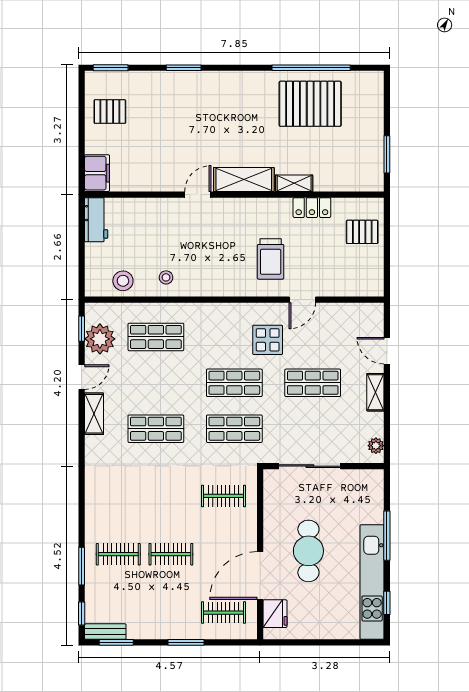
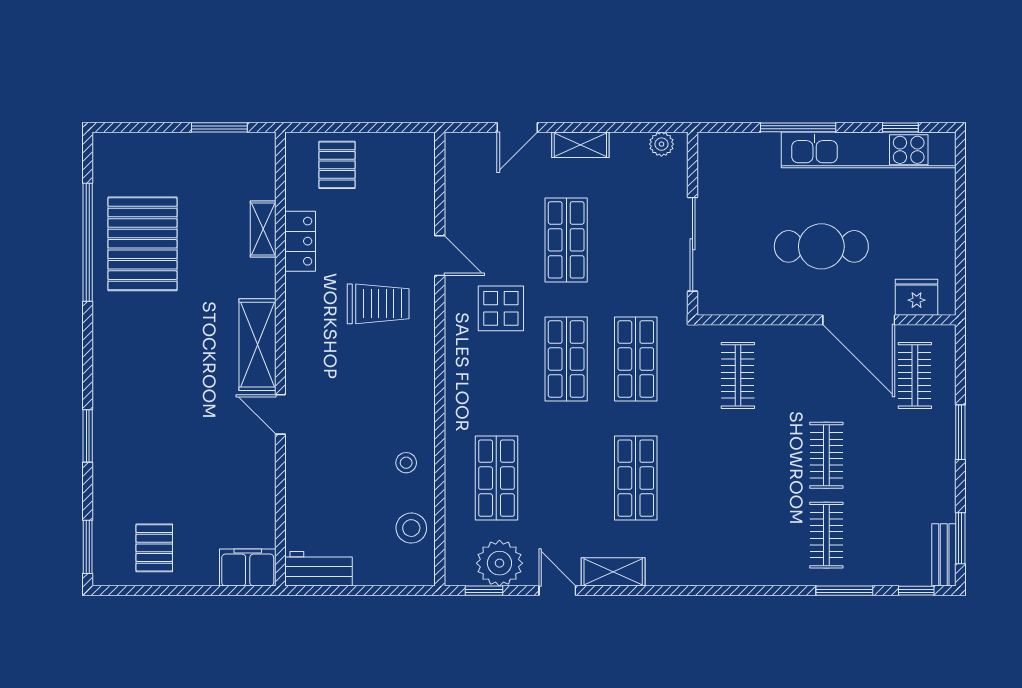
shelving: (294, 183) -> (263, 229), moved

